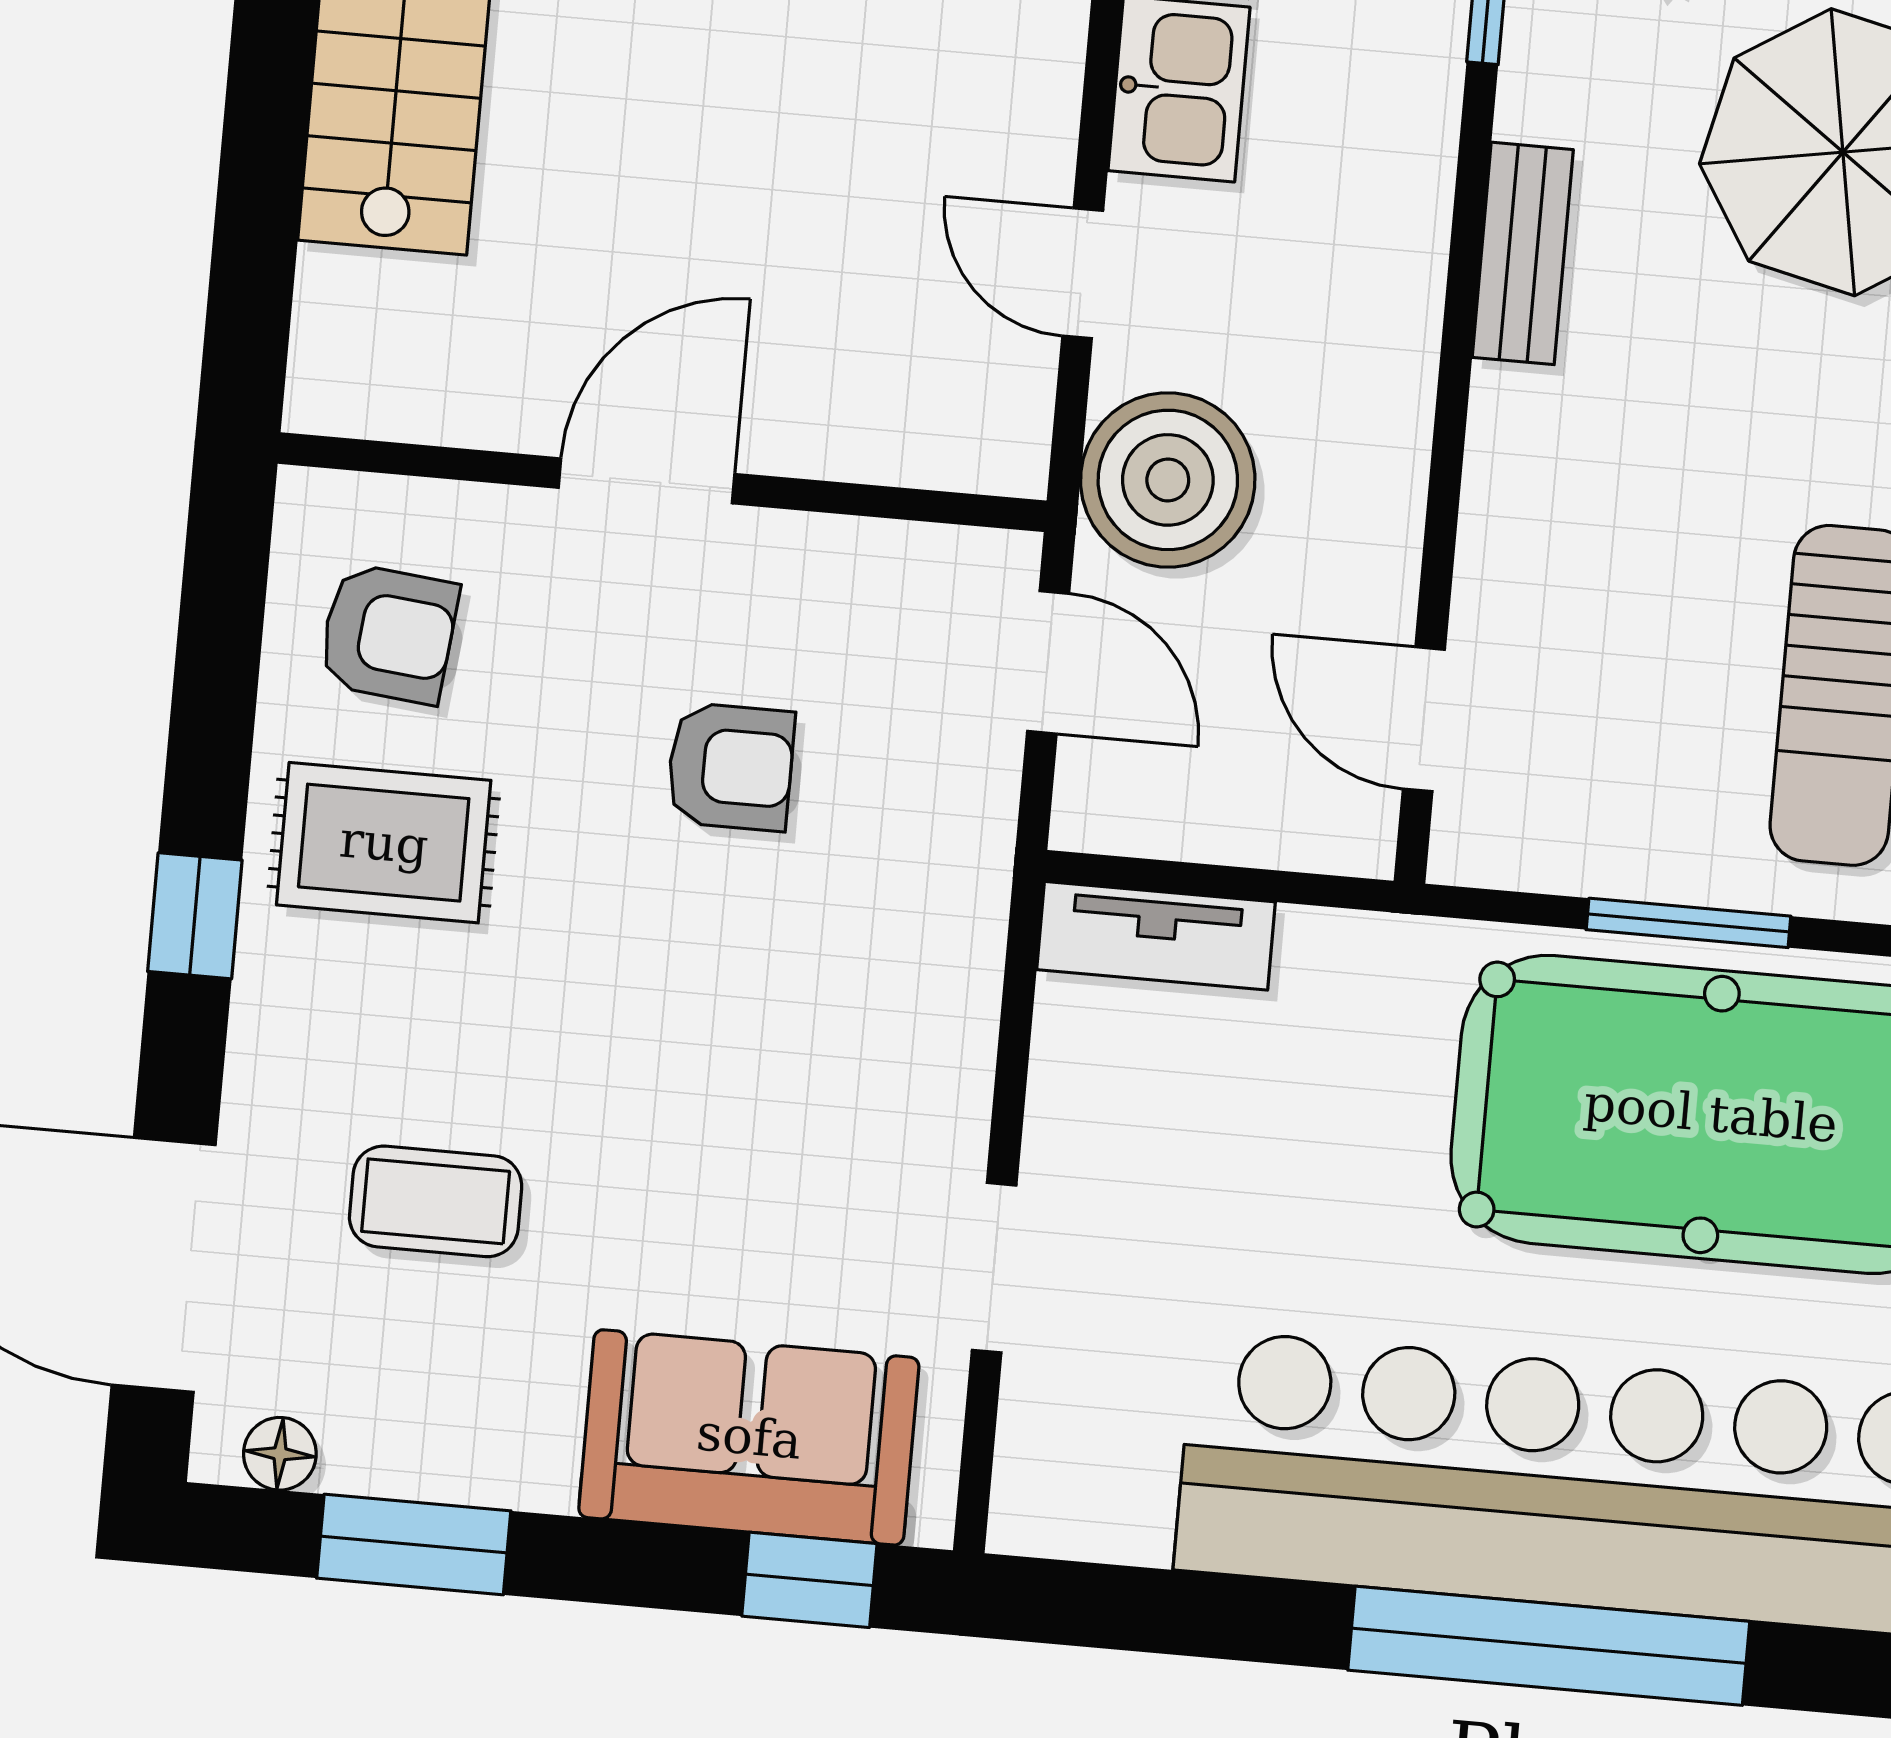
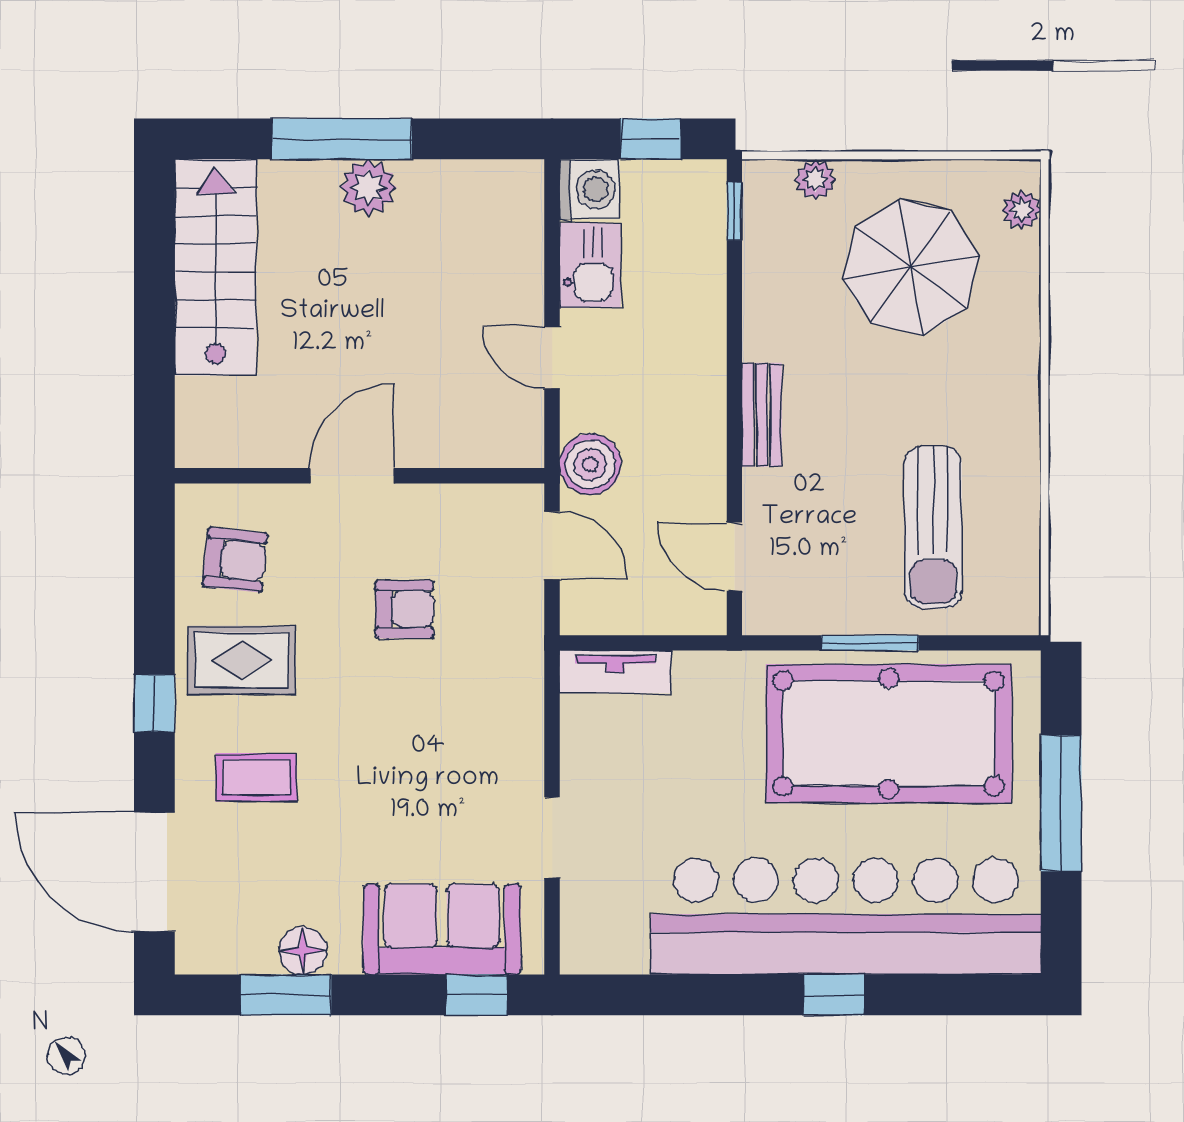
bench: (1523, 253) -> (762, 415), moved
boiler: (1168, 480) -> (590, 464), width x0.73, depth x0.73
coffee table: (436, 1201) -> (256, 777), moved
floor lamp: (280, 1454) -> (303, 951), moved, width x1.37, depth x1.37
window: (1549, 1646) -> (834, 995), width x0.32

